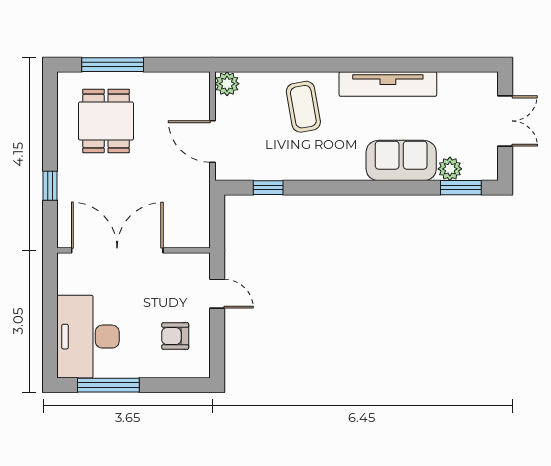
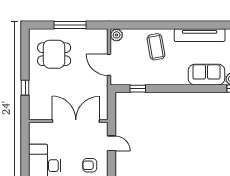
window: (113, 65) -> (70, 25), moved
dining table: (106, 121) -> (54, 54), turned 90
double door: (117, 250) -> (76, 121), moved

